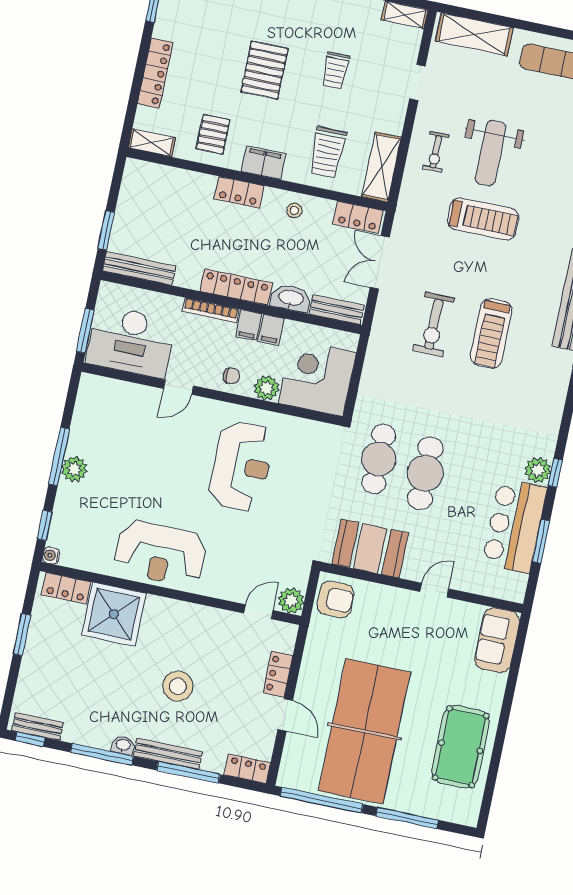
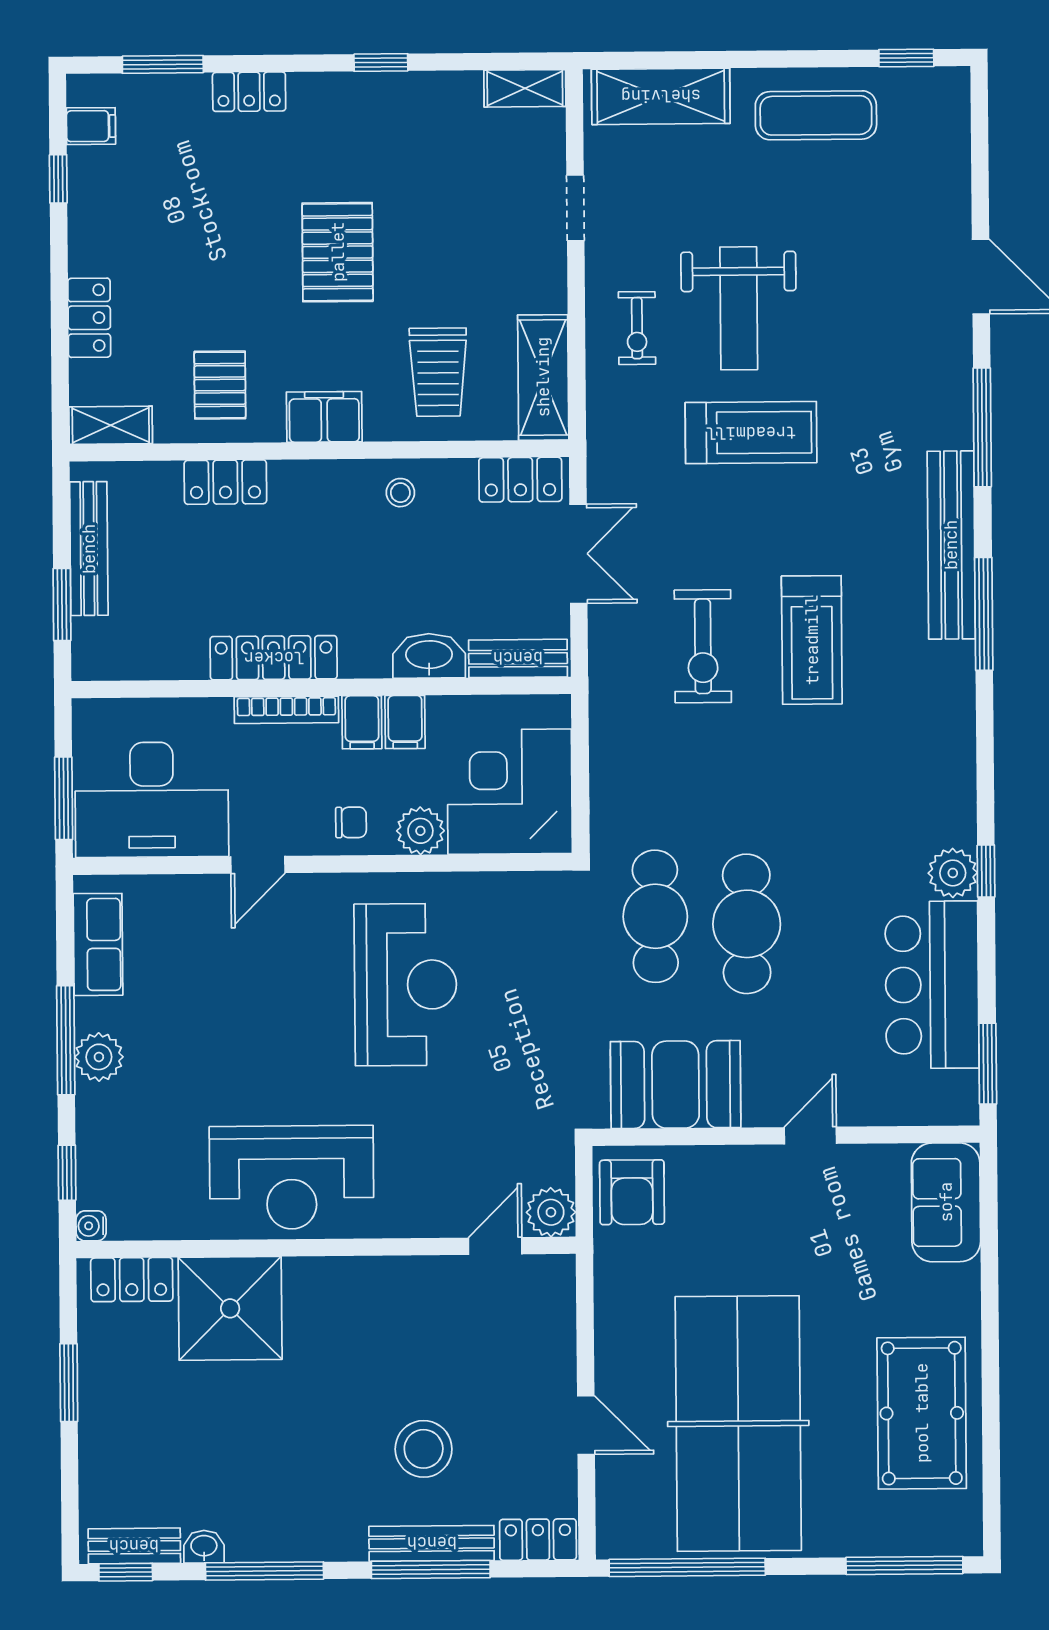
pallet: (265, 70) -> (338, 252), moved
trolley: (335, 70) -> (420, 219), removed
locker: (155, 73) -> (89, 318), width x0.66
locker: (239, 192) -> (225, 482), moved
double door: (380, 262) -> (578, 554), swing flipped
bench: (139, 269) -> (89, 549), moved, turned 90
locker: (236, 287) -> (274, 658), moved
row of seats: (87, 411) -> (98, 944), added
window: (541, 541) -> (988, 1064), moved
armchair: (335, 599) -> (632, 1192), turned 90
locker: (278, 674) -> (556, 1353), removed
stool: (178, 686) -> (424, 1449), moved
washbasin: (123, 745) -> (204, 1547), moved
bench: (168, 754) -> (432, 1543), moved
window: (407, 818) -> (904, 1565), moved

